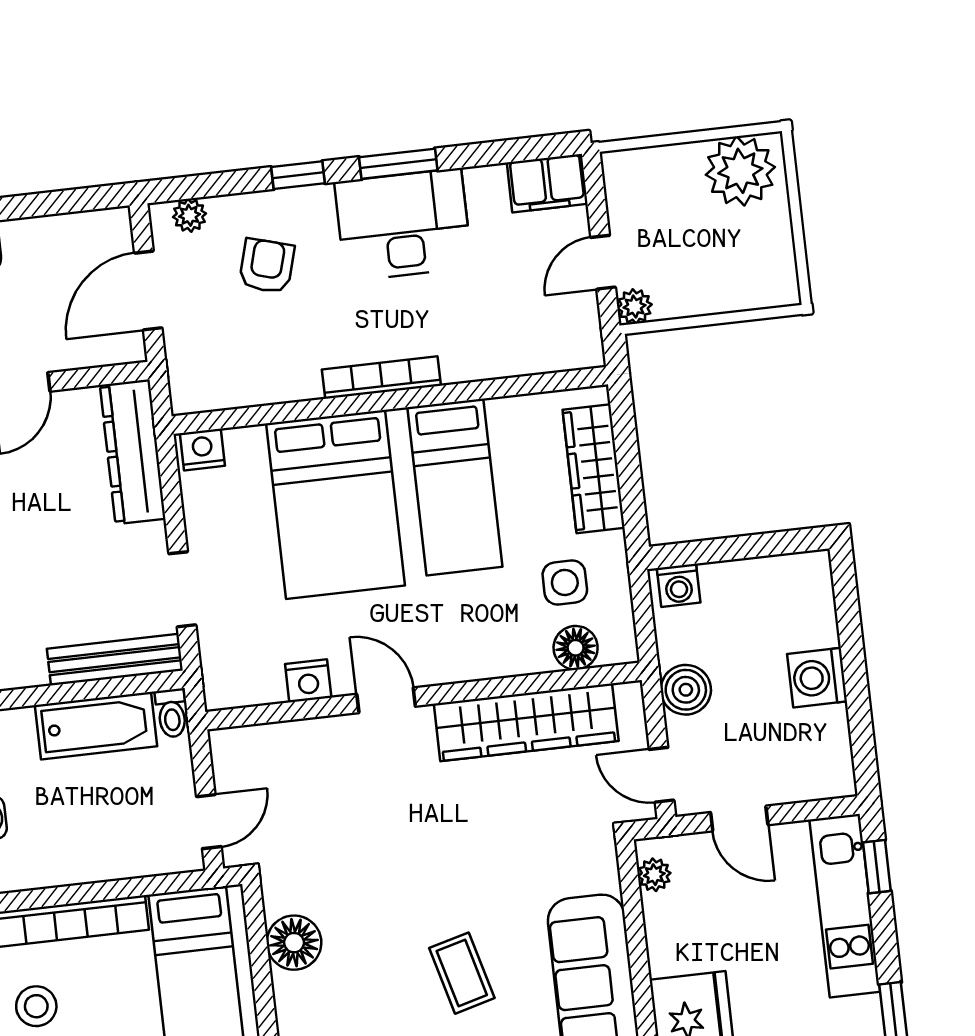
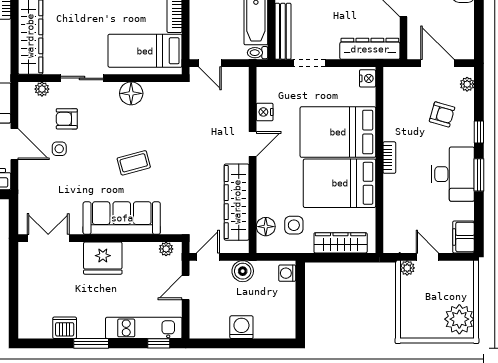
bookcase: (381, 377) -> (389, 158), width x0.64
bed: (455, 487) -> (340, 183), width x1.50
floor lamp: (294, 943) -> (131, 93), moved

